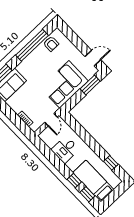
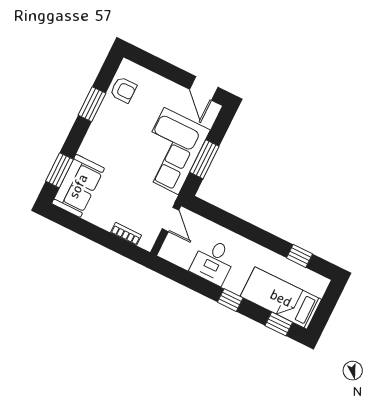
window: (32, 45) -> (92, 104), width x0.47
door: (93, 58) -> (204, 88), swing flipped
window: (90, 85) -> (204, 159), moved
window: (74, 181) -> (230, 300), moved

